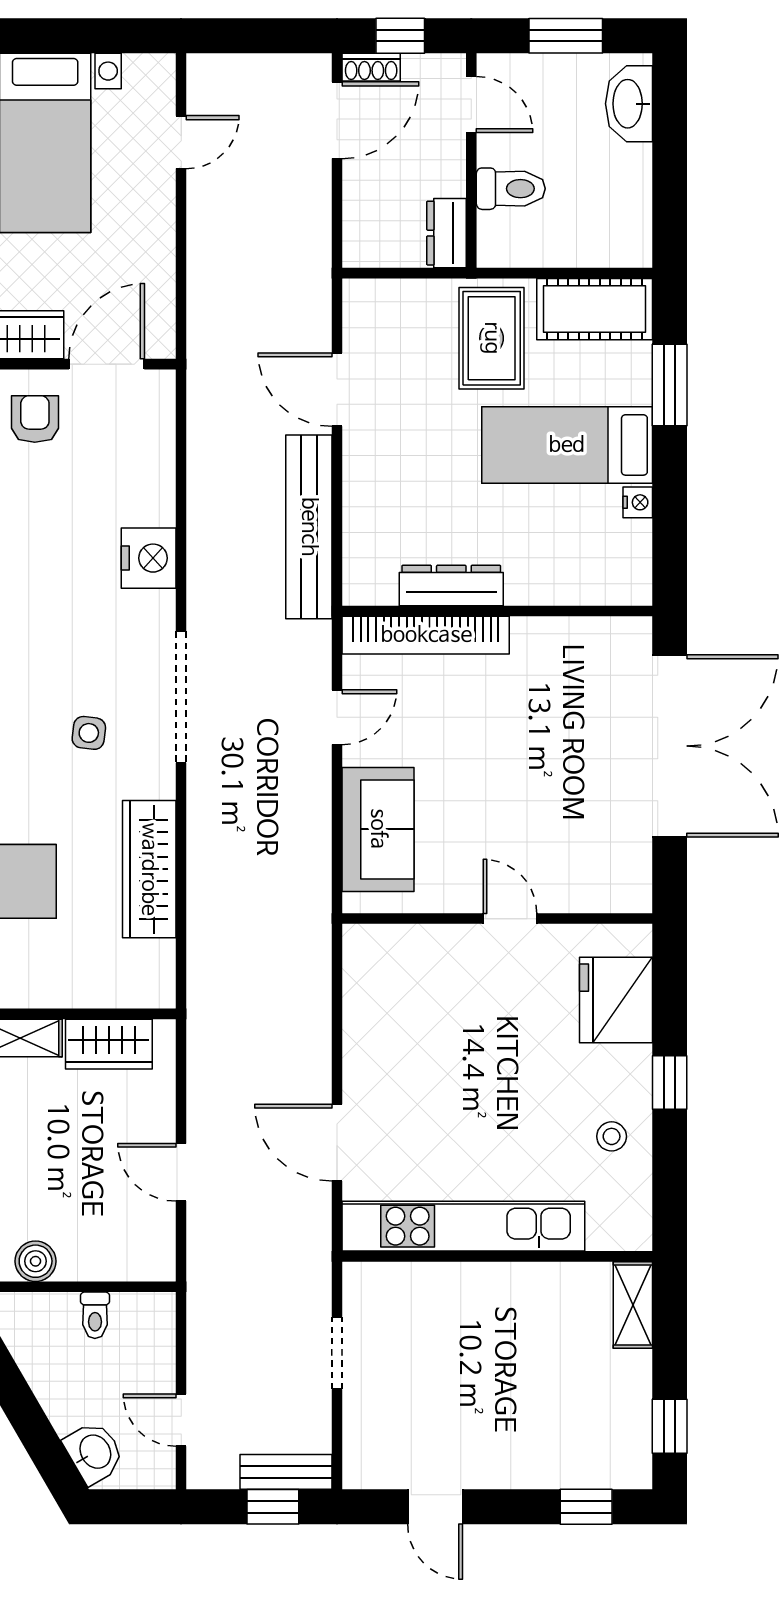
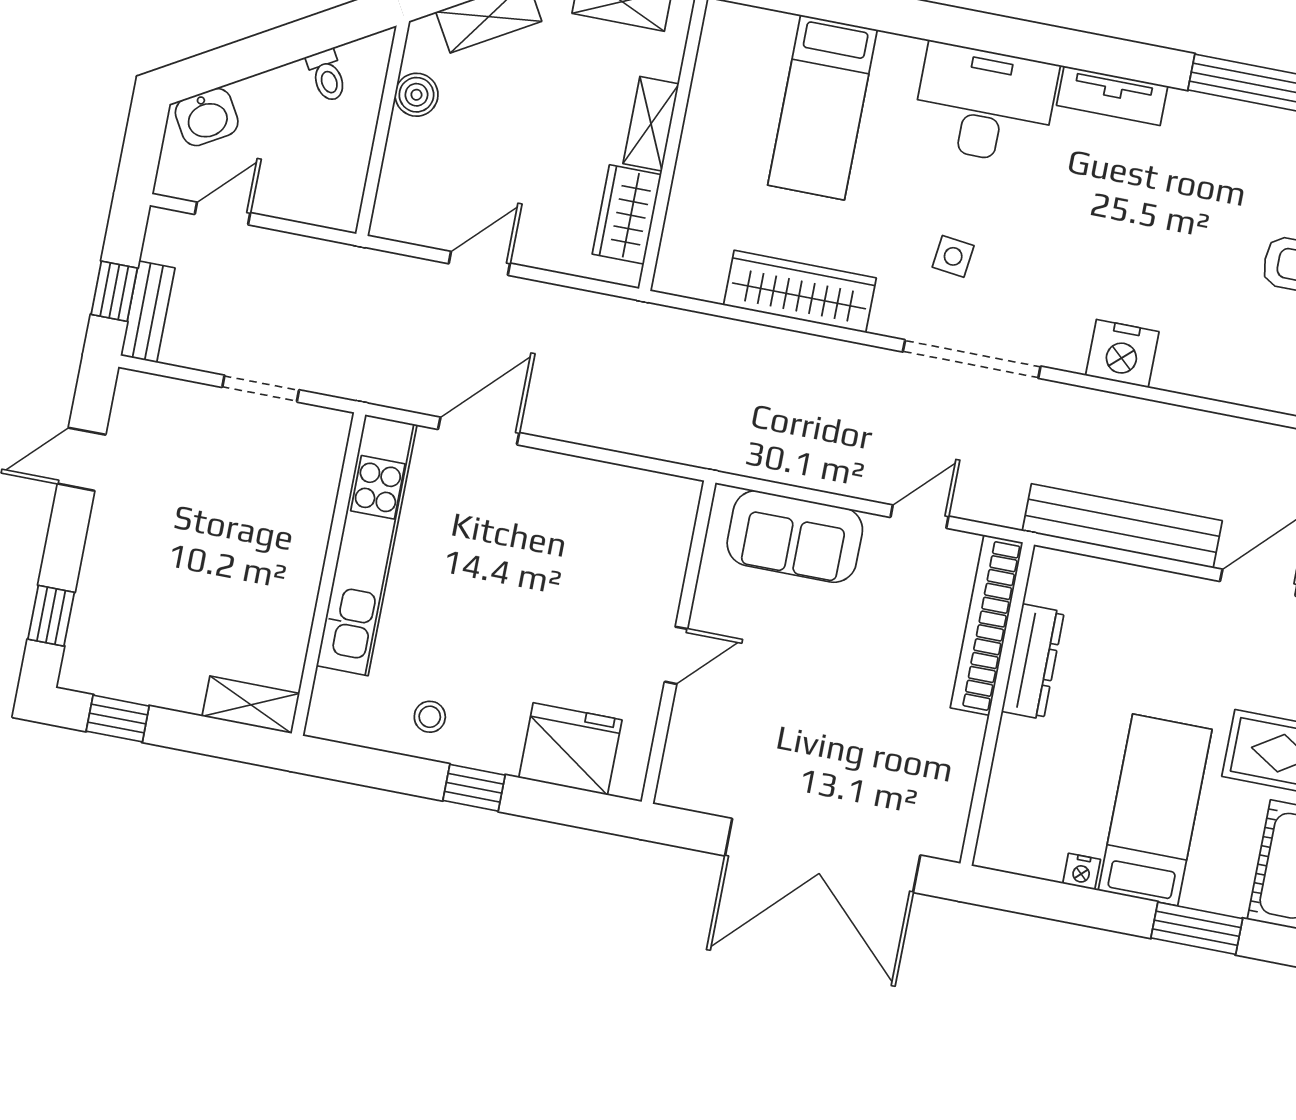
door: (337, 717) -> (919, 517), swing flipped
toilet: (95, 1315) -> (327, 76), moved, turned -120

